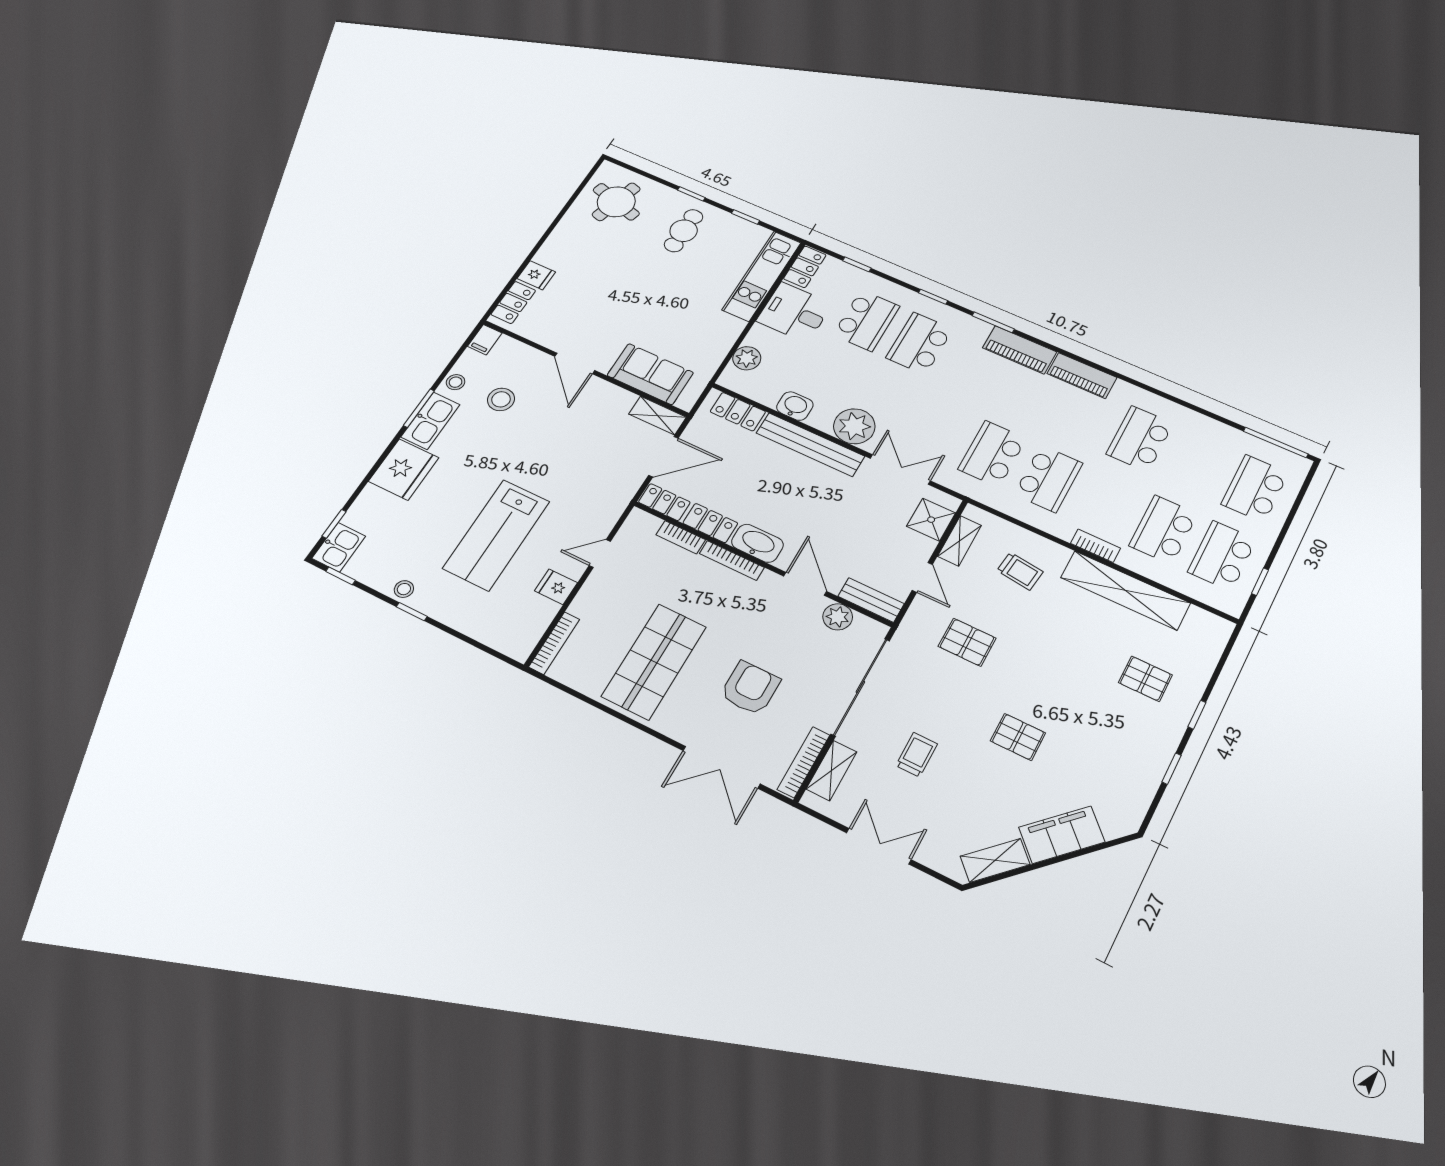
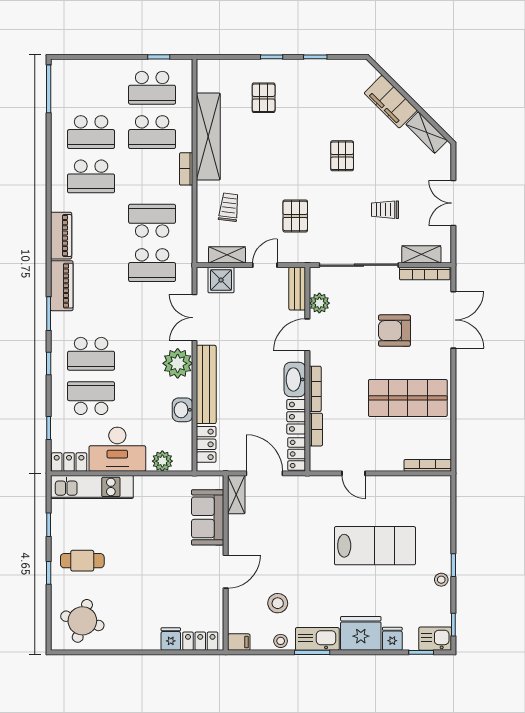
desk: (794, 312) -> (117, 449), width x1.37
school desk: (1255, 488) -> (91, 132), moved
fridge: (556, 587) -> (392, 639), moved, turned 180

